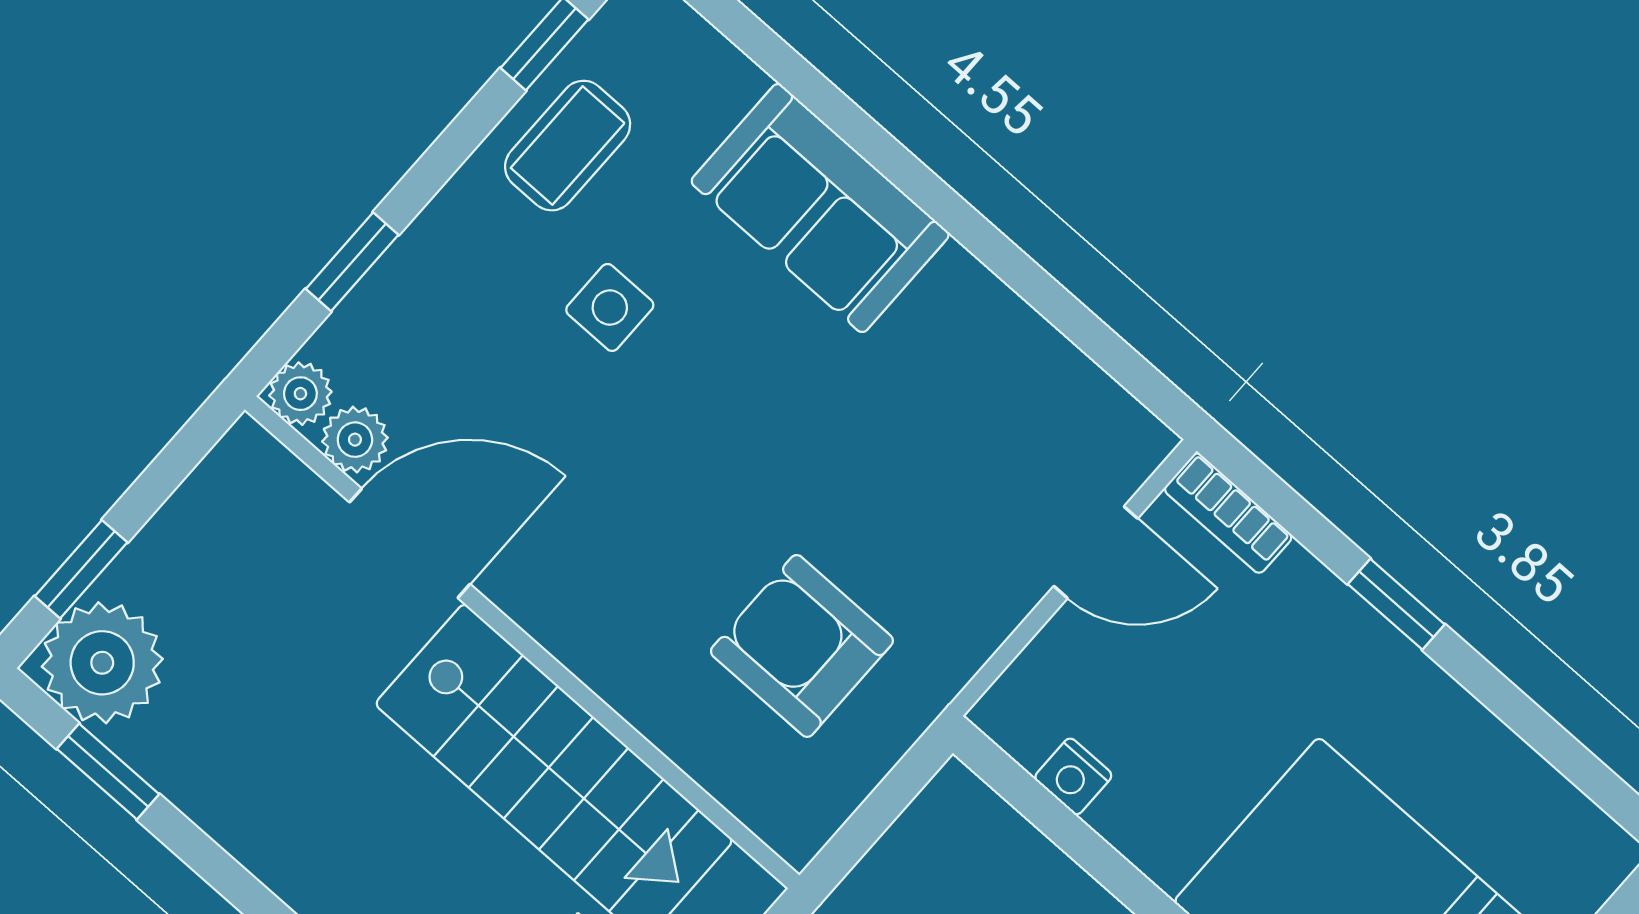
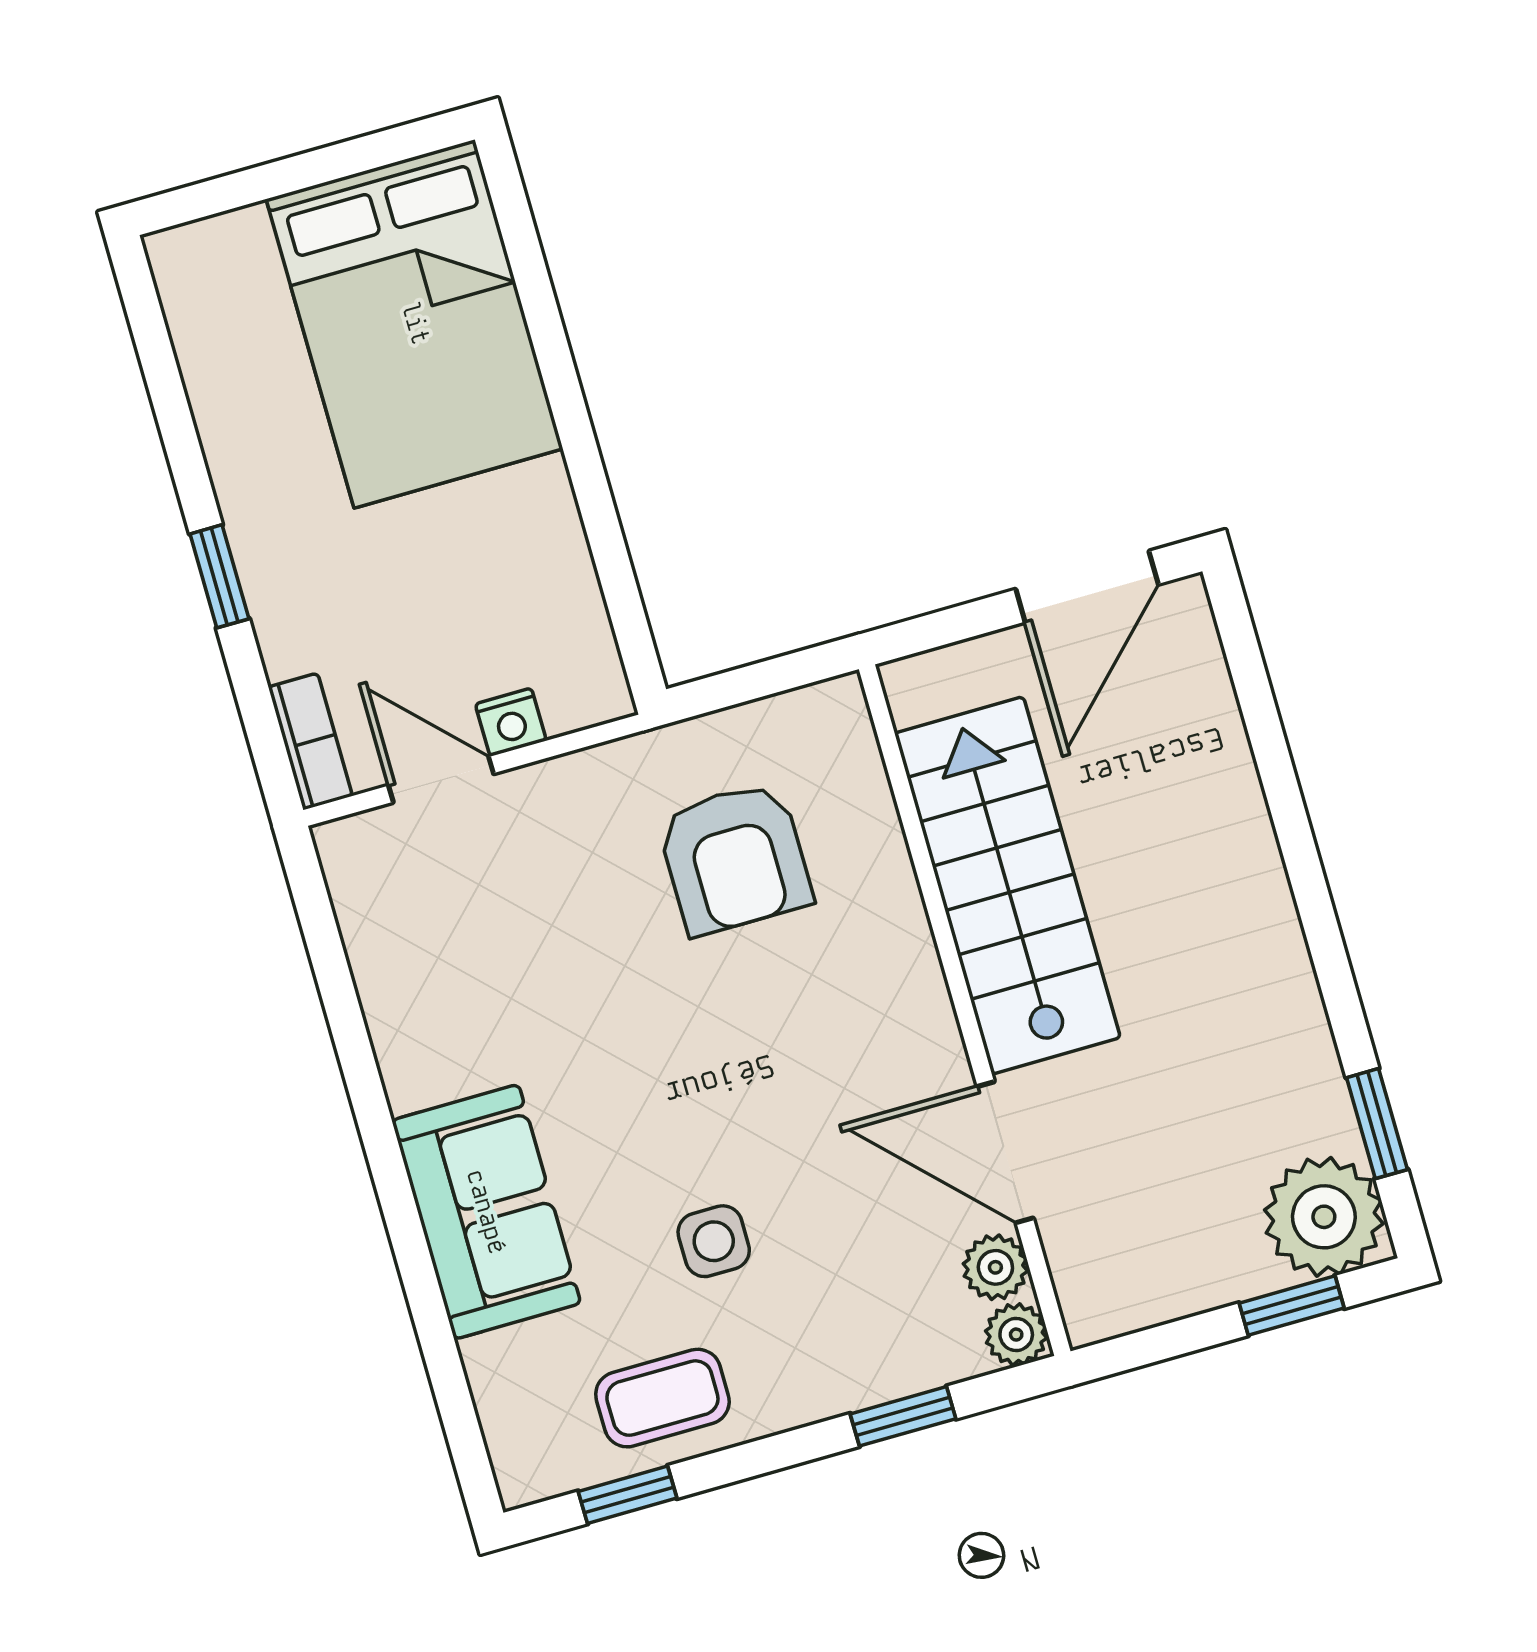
nightstand: (1073, 776) -> (511, 722), moved, turned 90

